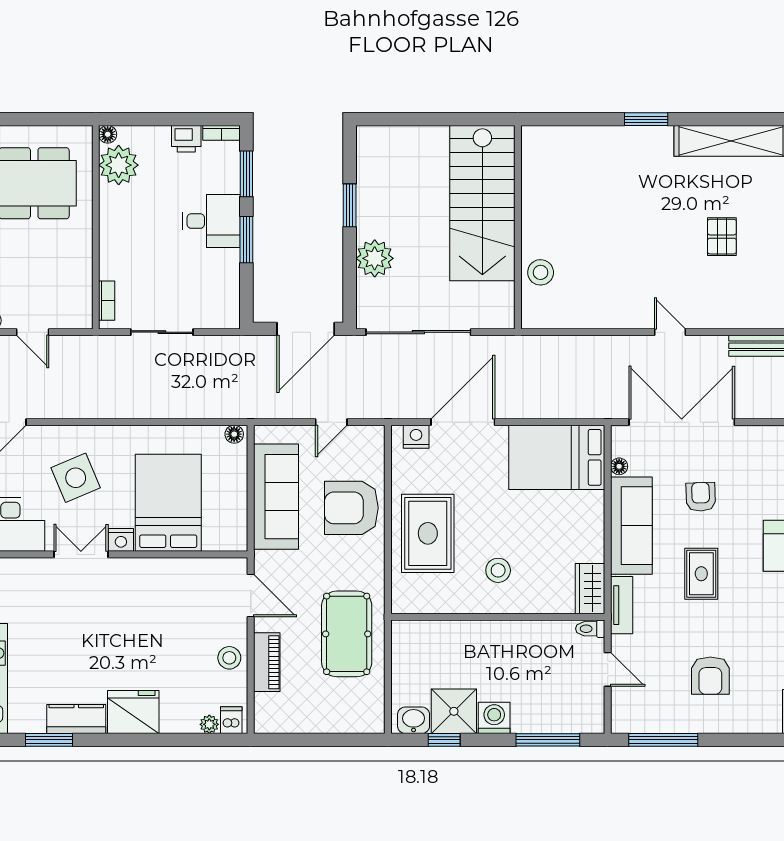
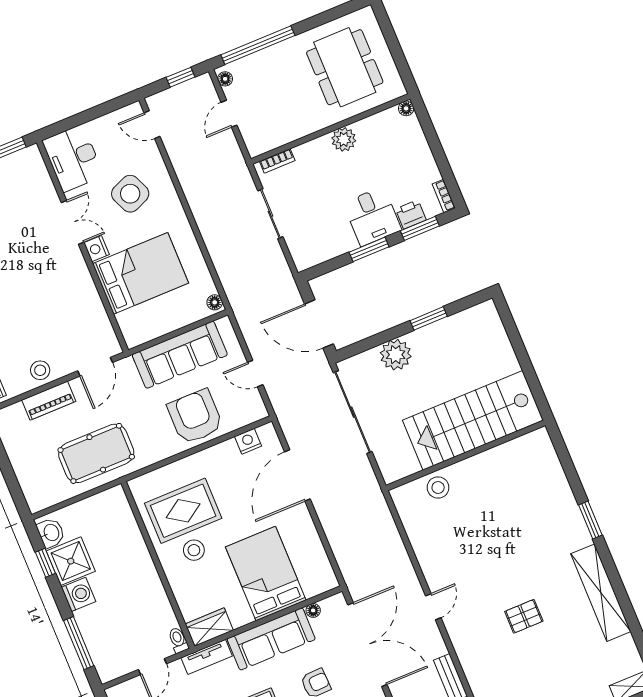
printer: (186, 139) -> (411, 214), moved, turned 90
plant: (119, 165) -> (344, 139), moved, width x0.73, depth x0.73
door: (463, 422) -> (297, 475), swing flipped
nightstand: (416, 437) -> (248, 441), moved, turned -90
bed: (557, 457) -> (266, 574), moved
rug: (428, 533) -> (183, 511), moved

